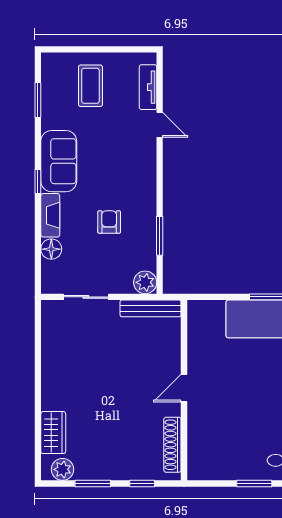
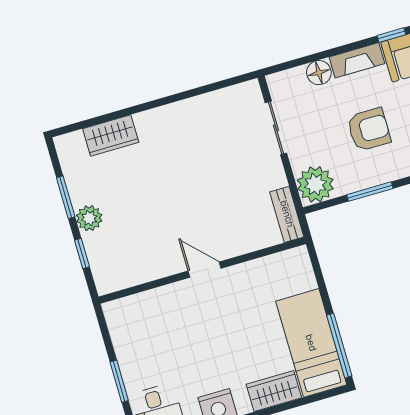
armchair: (109, 222) -> (369, 129), width x1.38, depth x1.38
plant: (145, 282) -> (315, 184), width x1.36, depth x1.36
bench: (151, 308) -> (287, 214), width x0.73
shoe rack: (172, 445) -> (136, 275), removed
plant: (63, 469) -> (89, 218), moved

